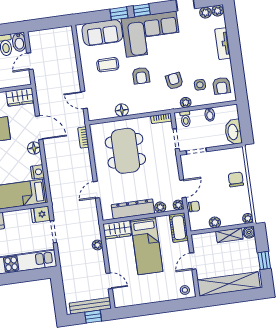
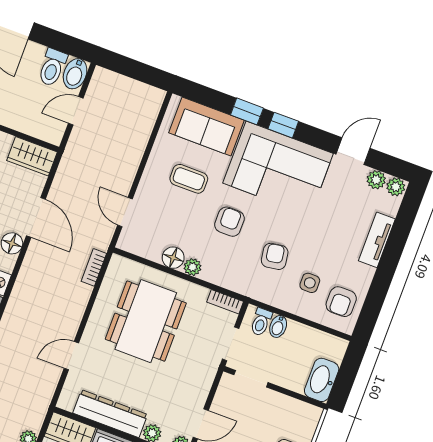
armchair: (141, 76) -> (229, 222), turned 180
plant: (186, 102) -> (193, 267), moved
bidet: (210, 114) -> (278, 326), moved

